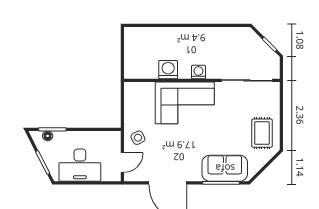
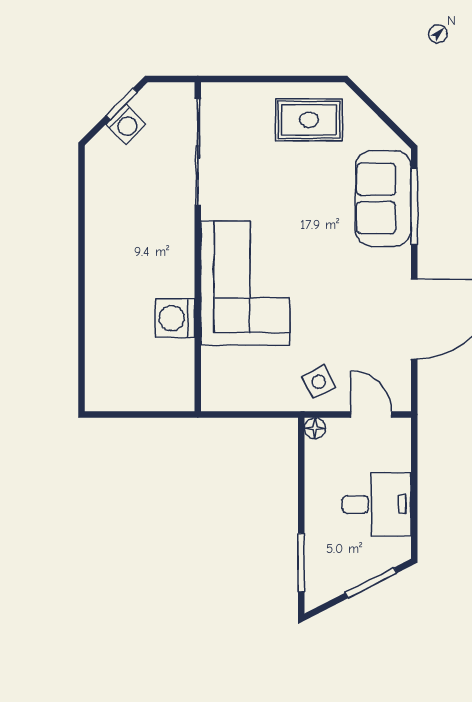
washing machine: (198, 72) -> (126, 125), moved, turned -135
floor lamp: (48, 136) -> (315, 428), moved
desk: (80, 165) -> (377, 504), width x0.73

